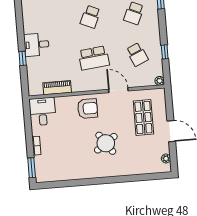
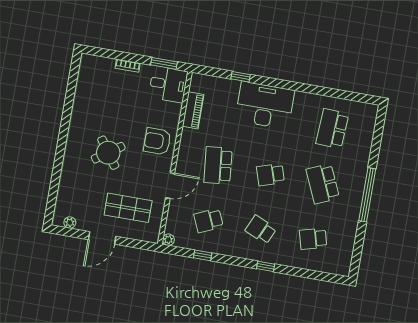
school desk: (90, 17) -> (270, 175), turned -42
desk: (37, 45) -> (265, 105), width x1.87, depth x1.30
armchair: (88, 109) -> (157, 141), turned 90
window: (32, 168) -> (164, 63), moved

